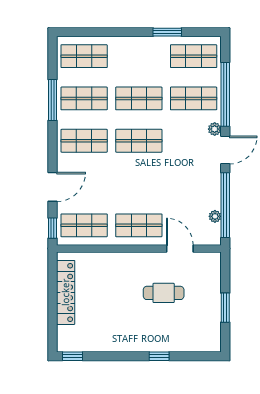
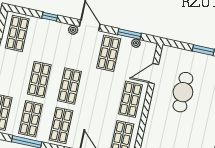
window: (225, 94) -> (50, 17), width x0.32
shop shelf: (194, 98) -> (109, 53), moved
window: (225, 205) -> (129, 34), width x0.47
cafe table: (164, 293) -> (183, 92), width x1.37, depth x1.35

